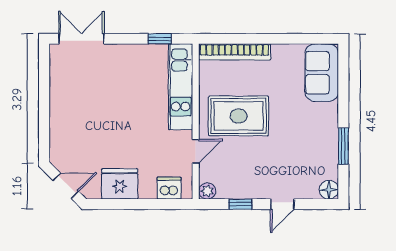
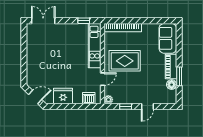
piano: (328, 127) -> (171, 66), added
floor lamp: (329, 190) -> (172, 85), moved

